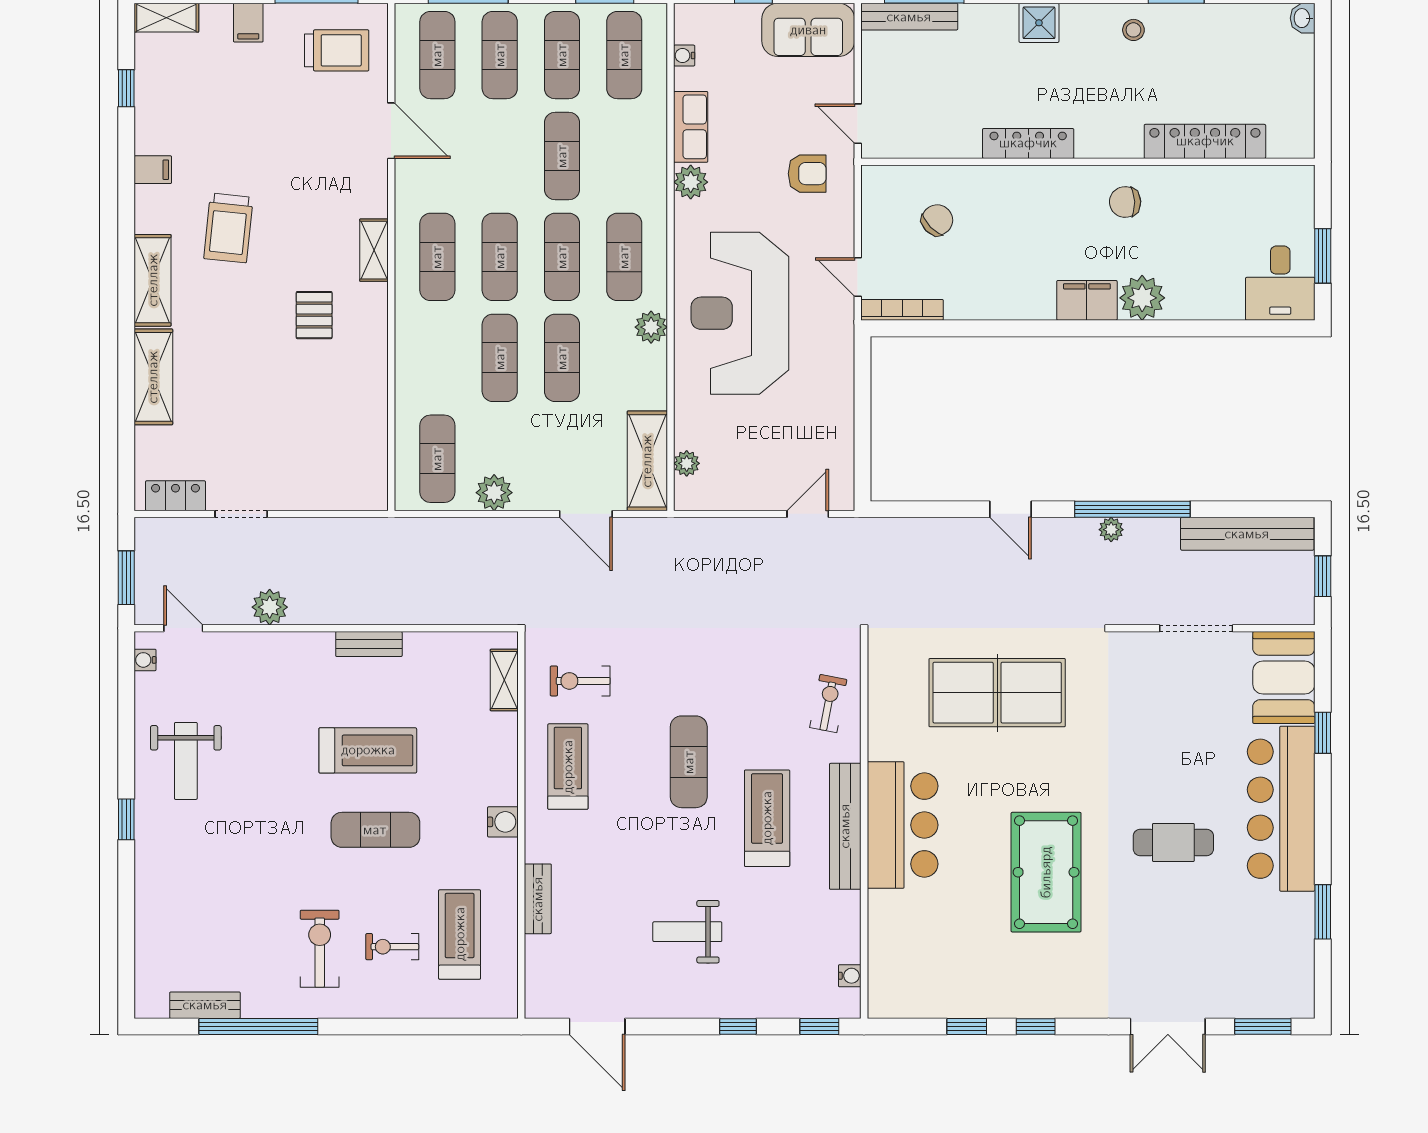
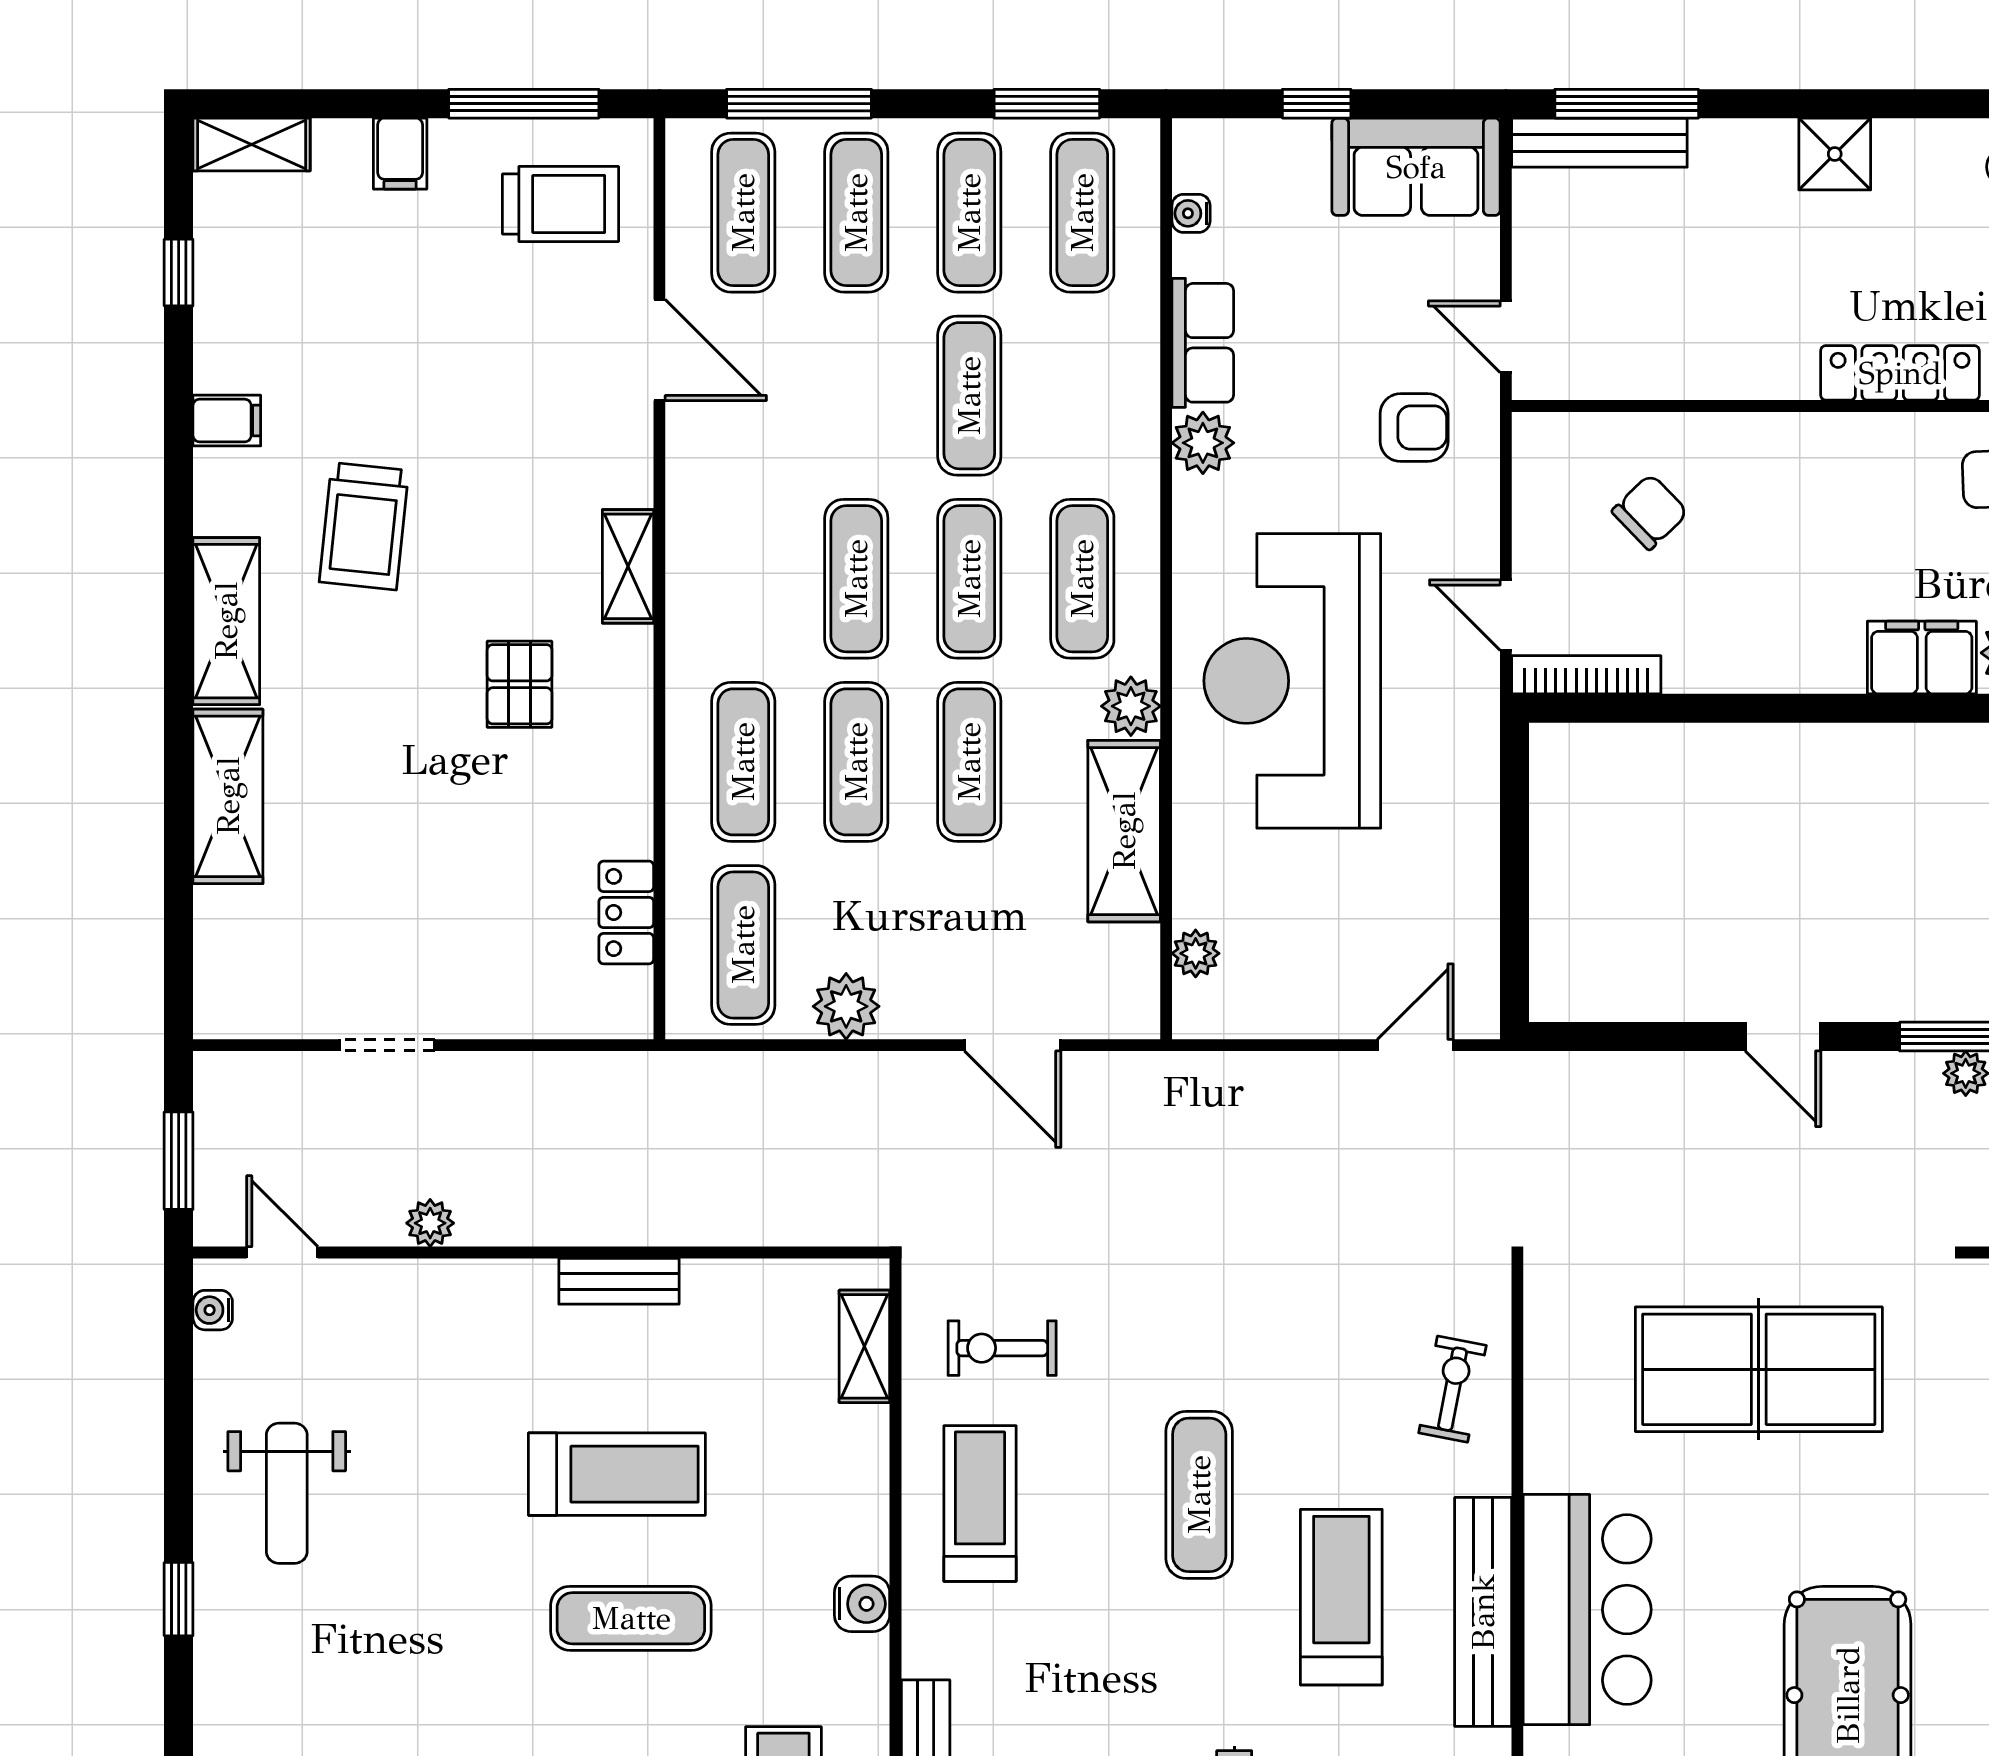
locker: (1028, 143) -> (1900, 373), moved
exercise mat: (437, 257) -> (743, 762), moved
shelving: (647, 461) -> (1124, 831), moved
locker: (175, 496) -> (626, 912), moved, turned -90
plant: (270, 607) -> (430, 1223), width x0.73, depth x0.73

